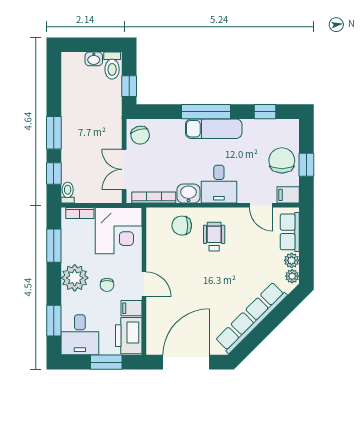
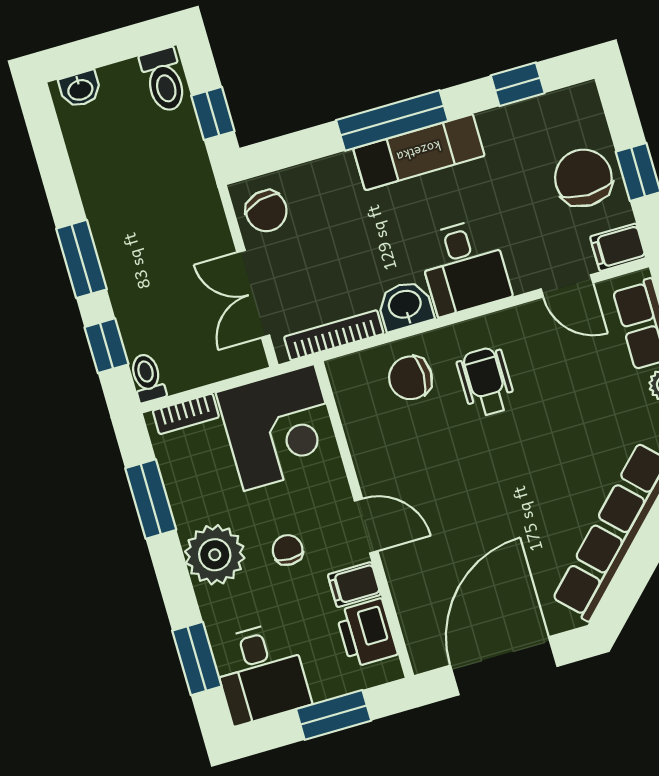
washbasin: (94, 59) -> (80, 89), moved
chair: (107, 285) -> (288, 550), turned 180
printer: (129, 336) -> (367, 633), width x0.73, depth x0.84

